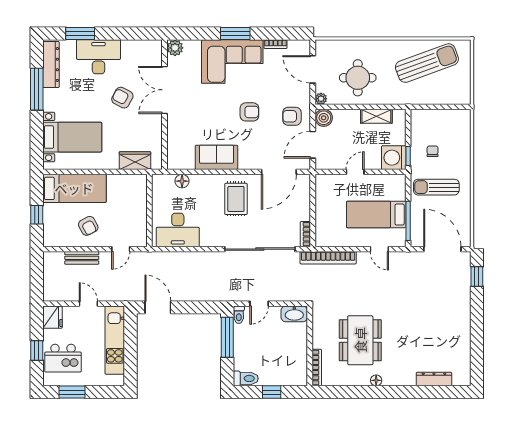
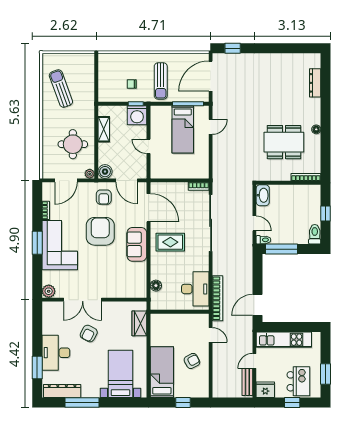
sun lounger: (427, 63) -> (61, 88), width x0.73, depth x0.75
armchair: (249, 112) -> (100, 231), width x1.88, depth x1.88
sofa: (217, 157) -> (137, 244), moved
bench: (82, 258) -> (247, 382), moved
bookcase: (328, 258) -> (218, 298), moved

